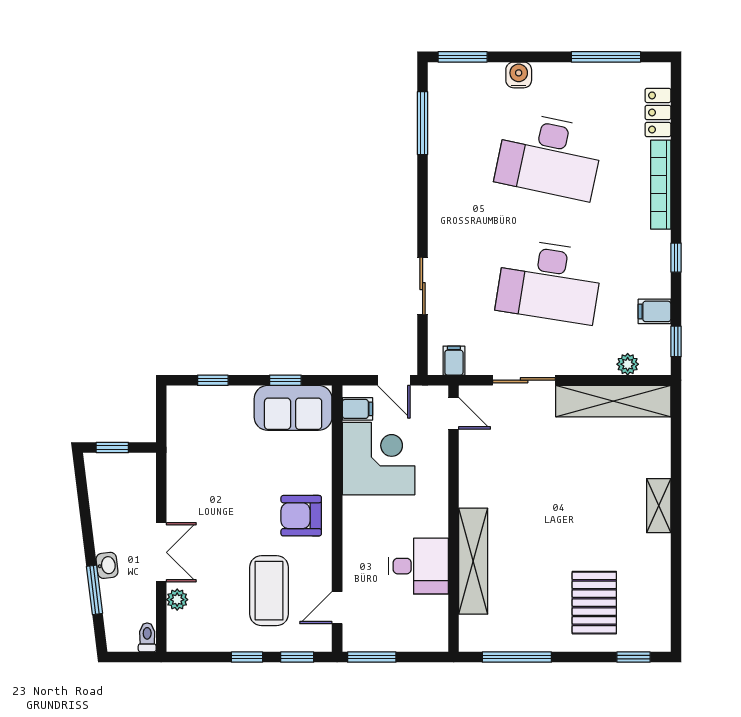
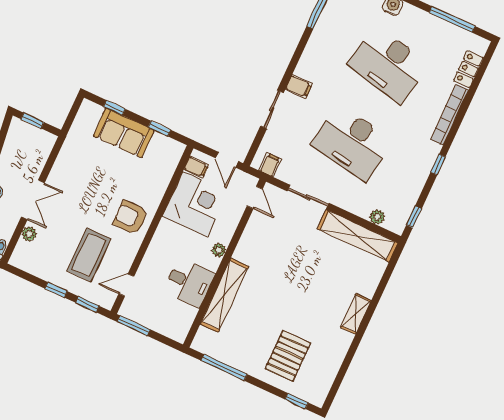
filing cabinet: (655, 311) -> (299, 87), moved, turned 180
sofa: (293, 408) -> (124, 133), moved
plant: (438, 505) -> (219, 250), added

